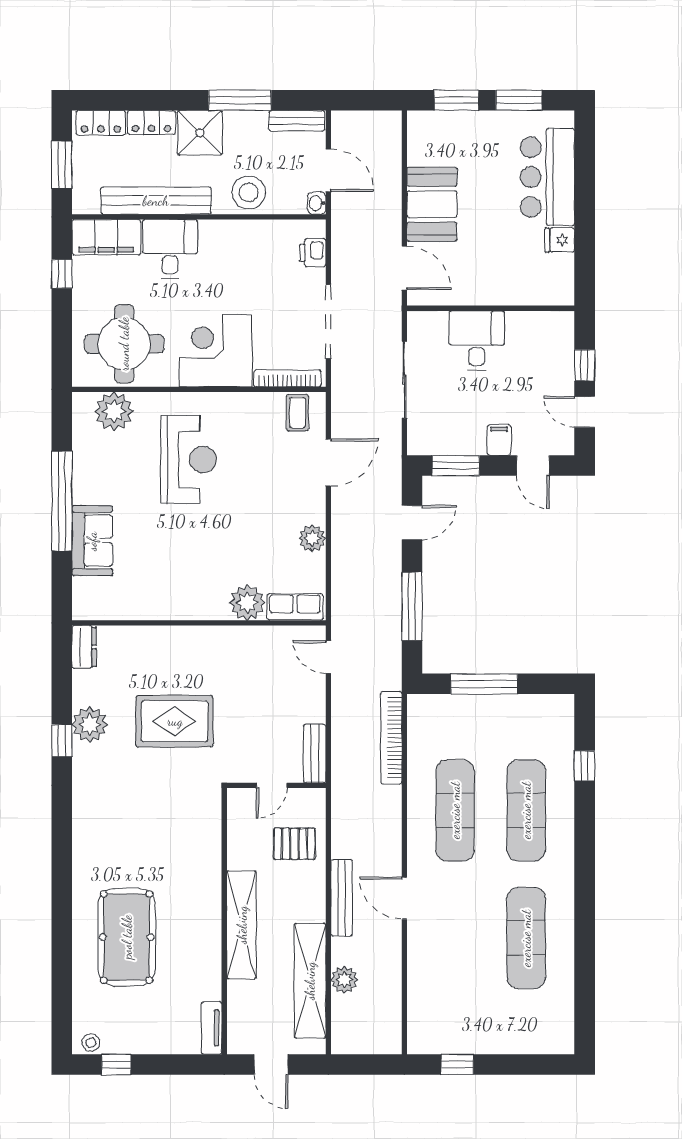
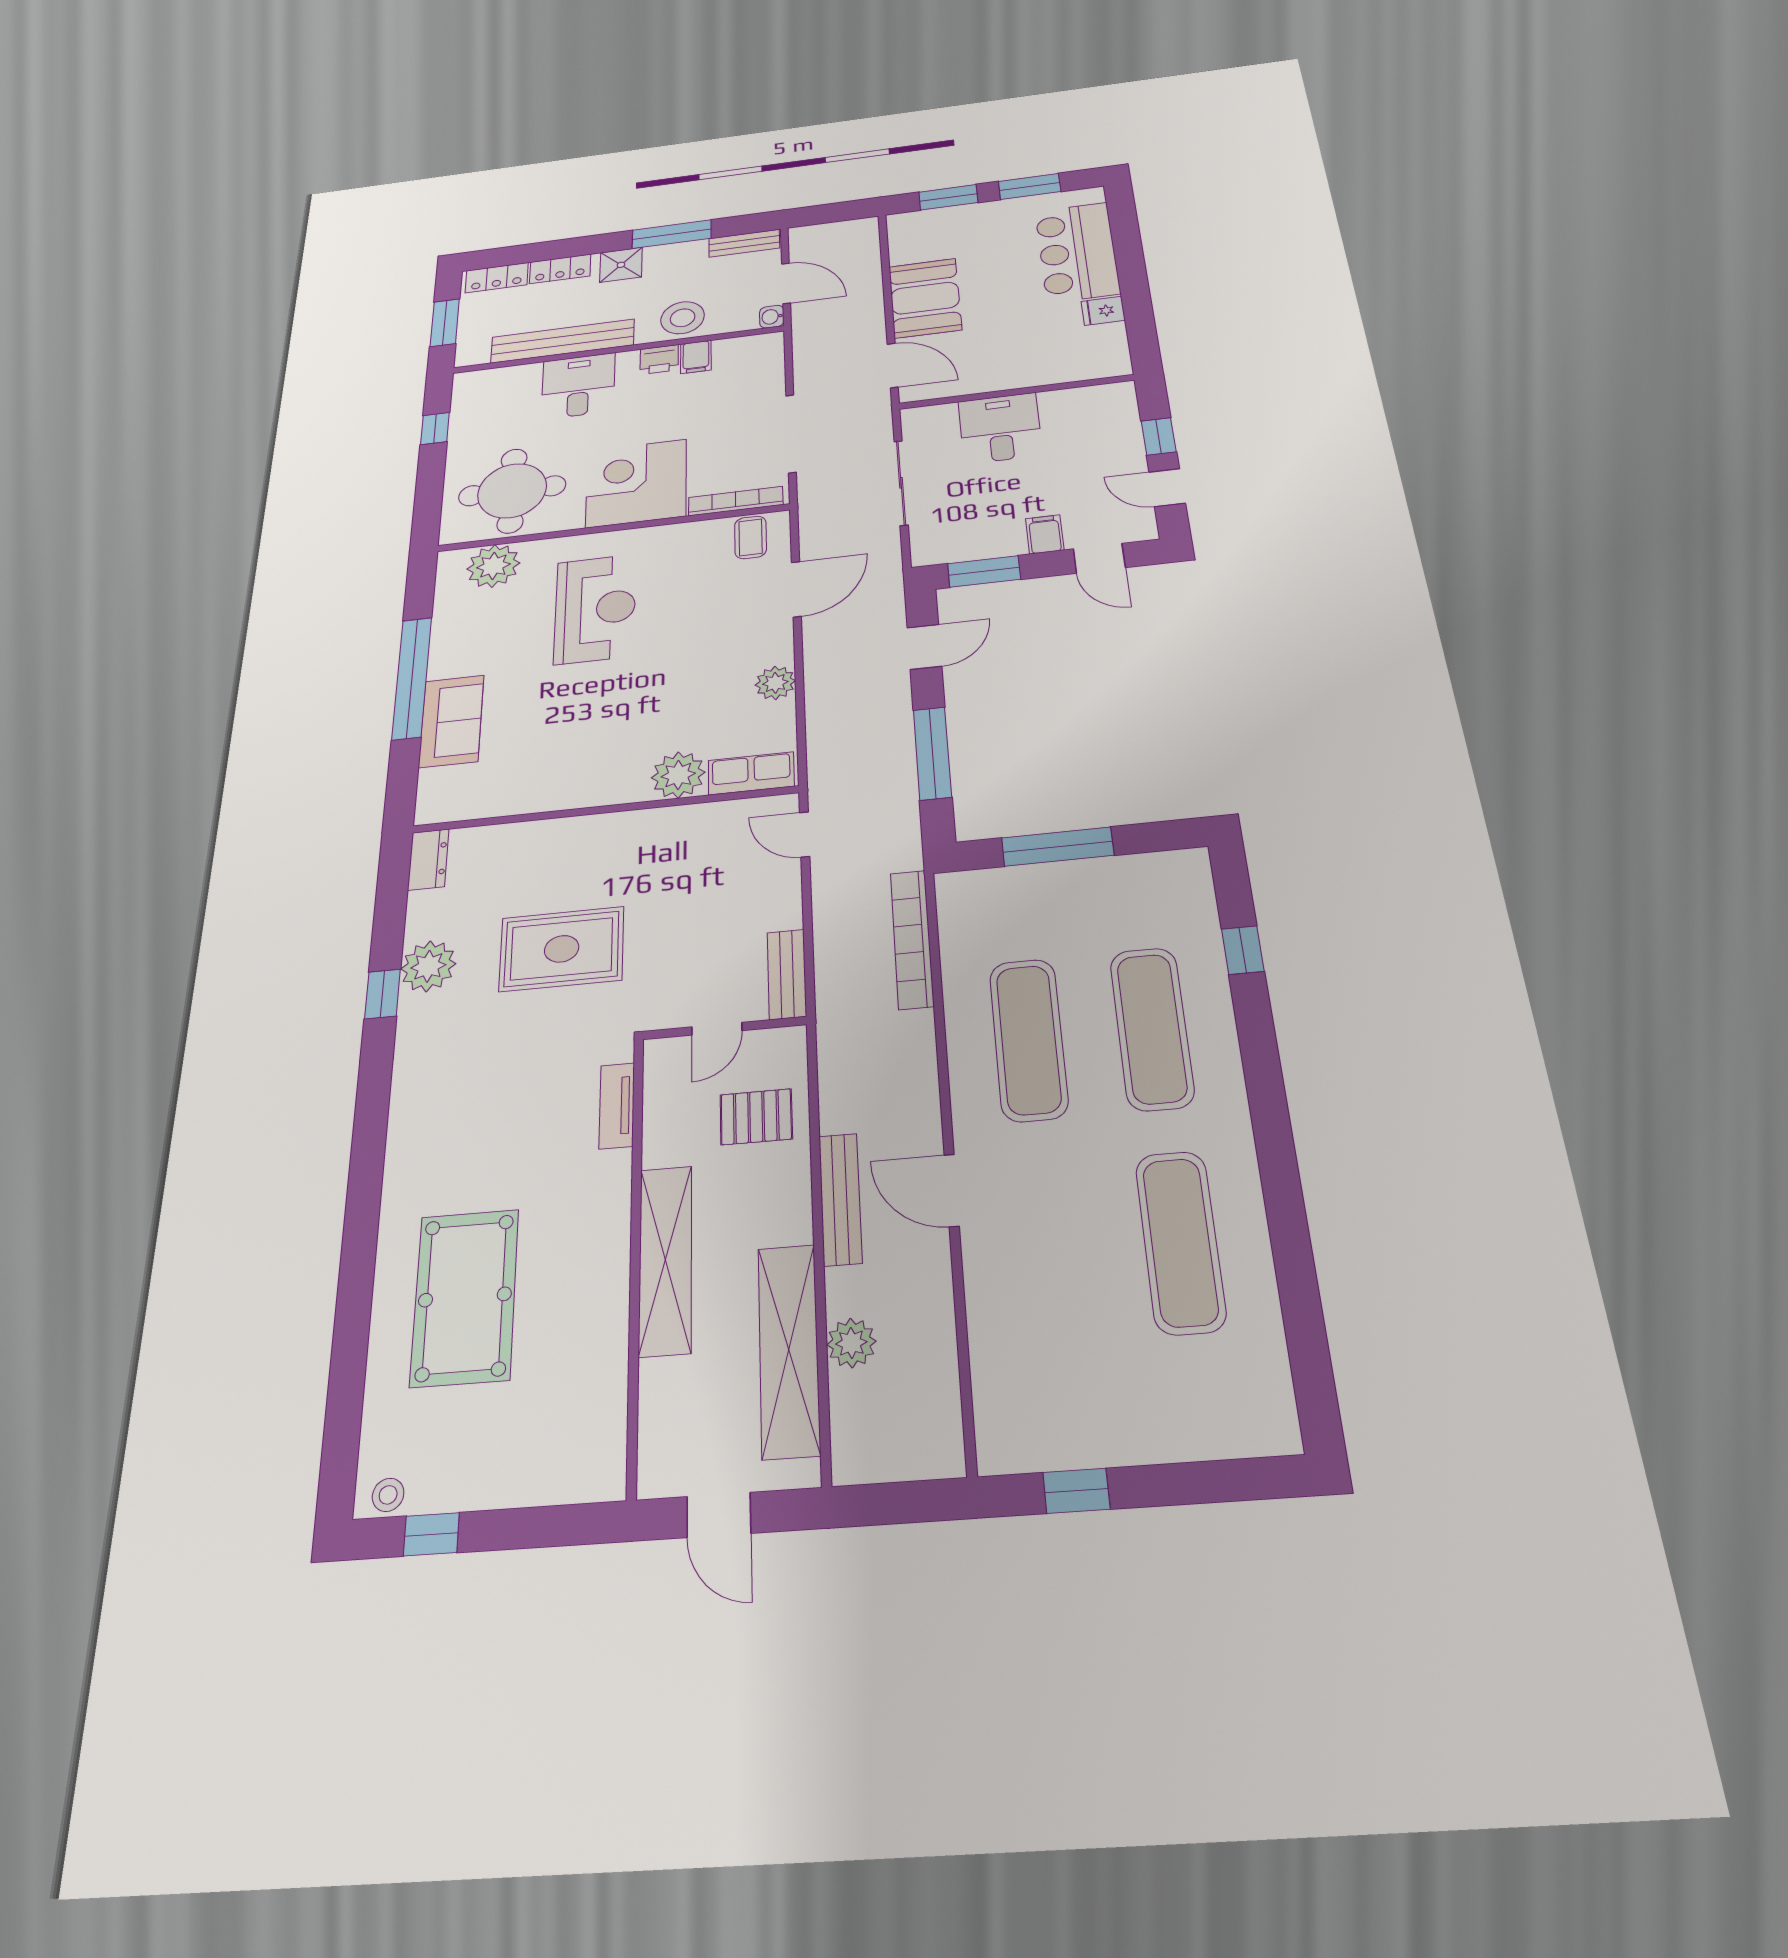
shower: (200, 133) -> (621, 265), width x0.73, depth x0.73
filing cabinet: (106, 237) -> (696, 357), moved, width x0.33, depth x0.86
printer: (313, 253) -> (659, 359), moved, turned -90
tv unit: (212, 1028) -> (617, 1106), moved

